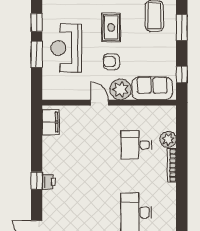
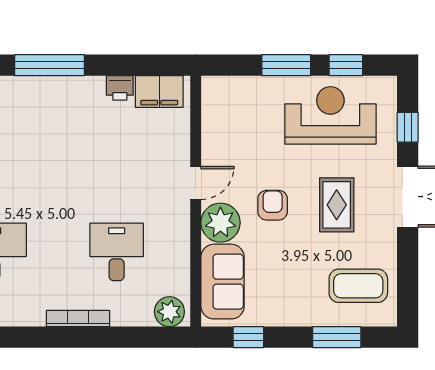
rug: (111, 27) -> (337, 205), turned 90
reception desk: (66, 48) -> (330, 115), moved
plant: (168, 139) -> (169, 312), moved
window: (37, 181) -> (50, 65), width x2.17
printer: (49, 182) -> (120, 88), moved

